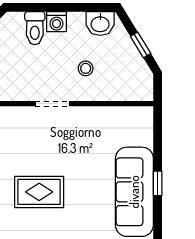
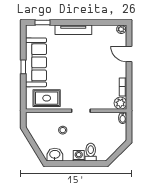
window: (141, 45) -> (33, 143), removed
rug: (39, 192) -> (47, 98), moved

